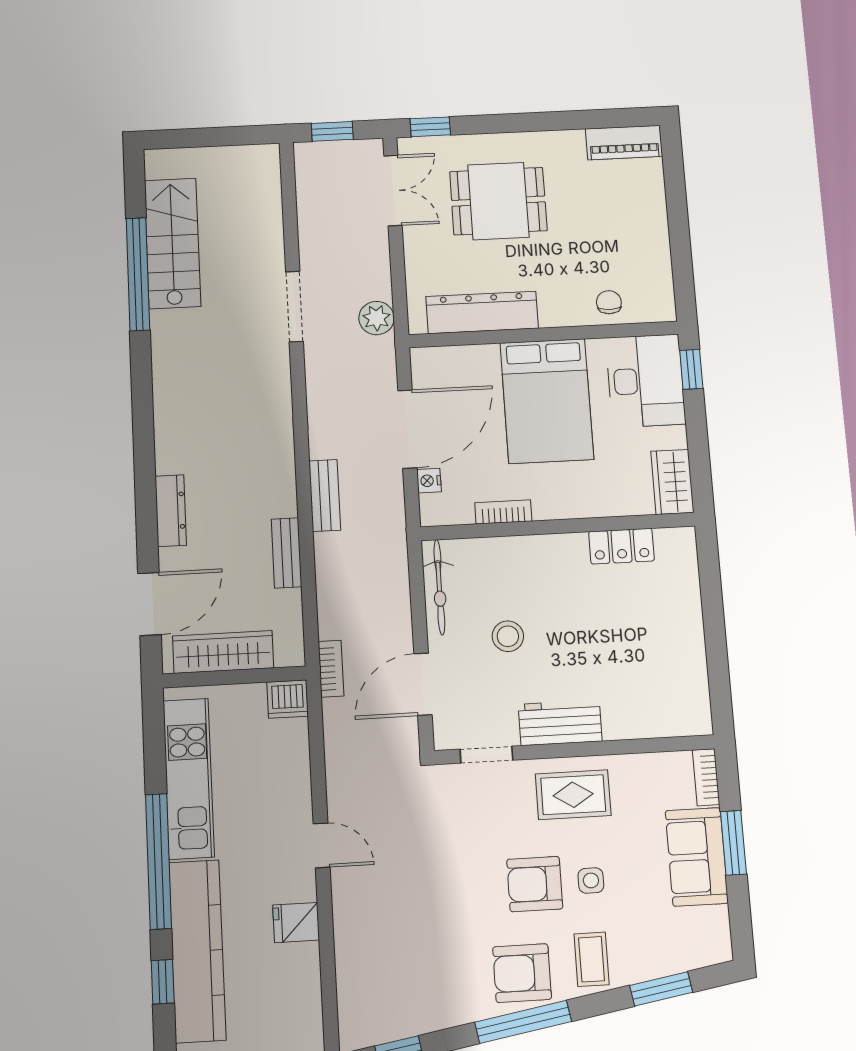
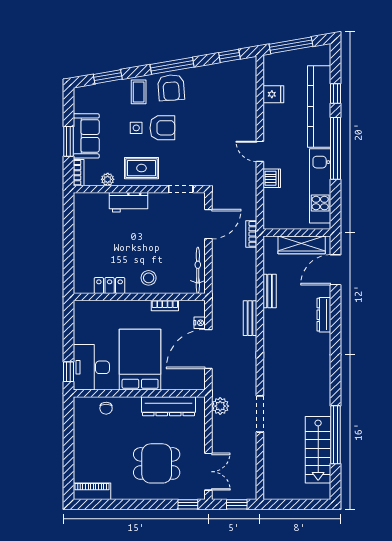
double door: (393, 191) -> (208, 472), swing flipped
wardrobe: (672, 482) -> (82, 316), removed
stool: (508, 636) -> (149, 278), moved
dishwasher: (288, 699) -> (272, 178), moved, turned 90
workbench: (560, 723) -> (129, 202), moved
plant: (644, 766) -> (108, 179), added
fridge: (296, 923) -> (273, 94), moved
armchair: (522, 973) -> (171, 88), turned 86

